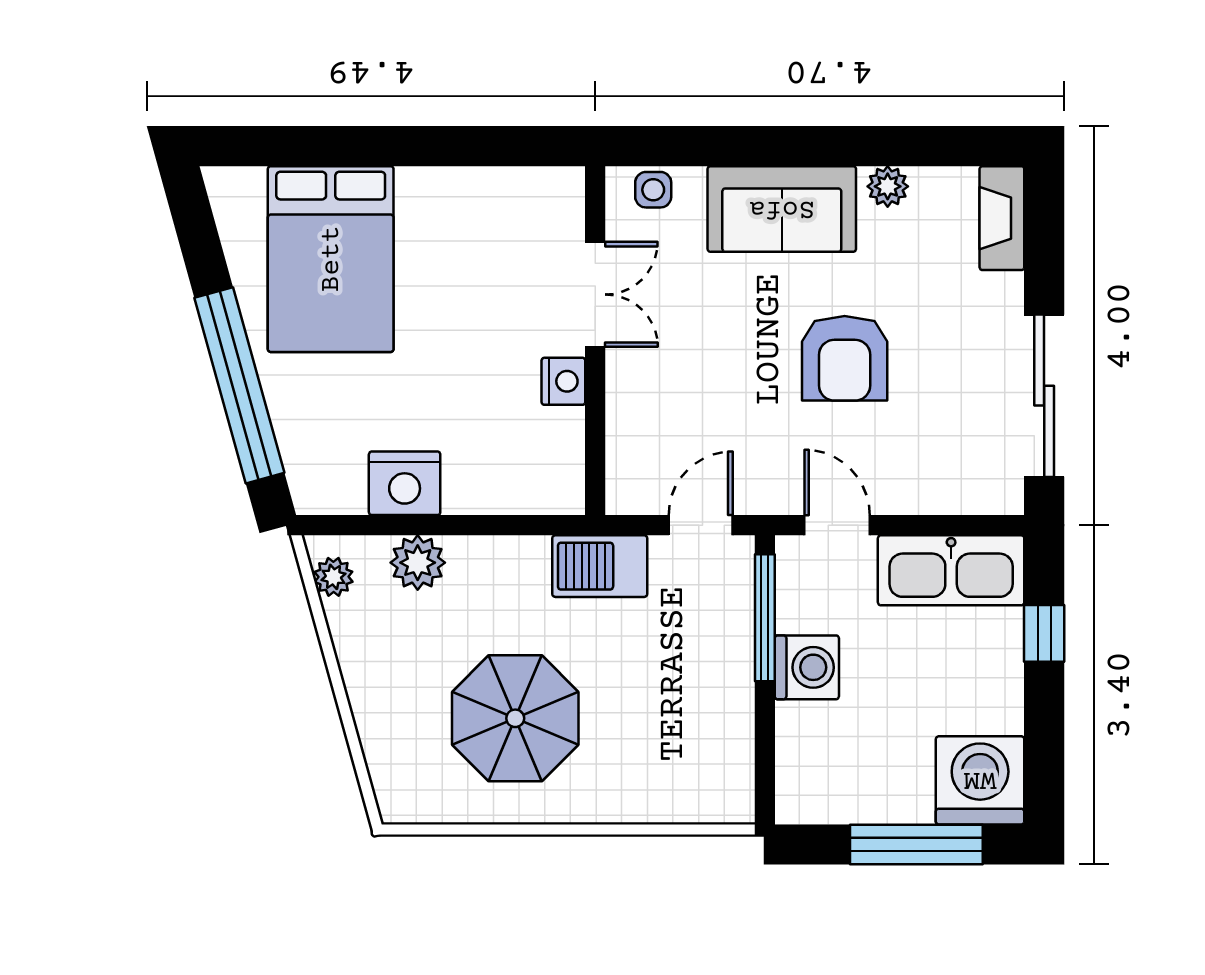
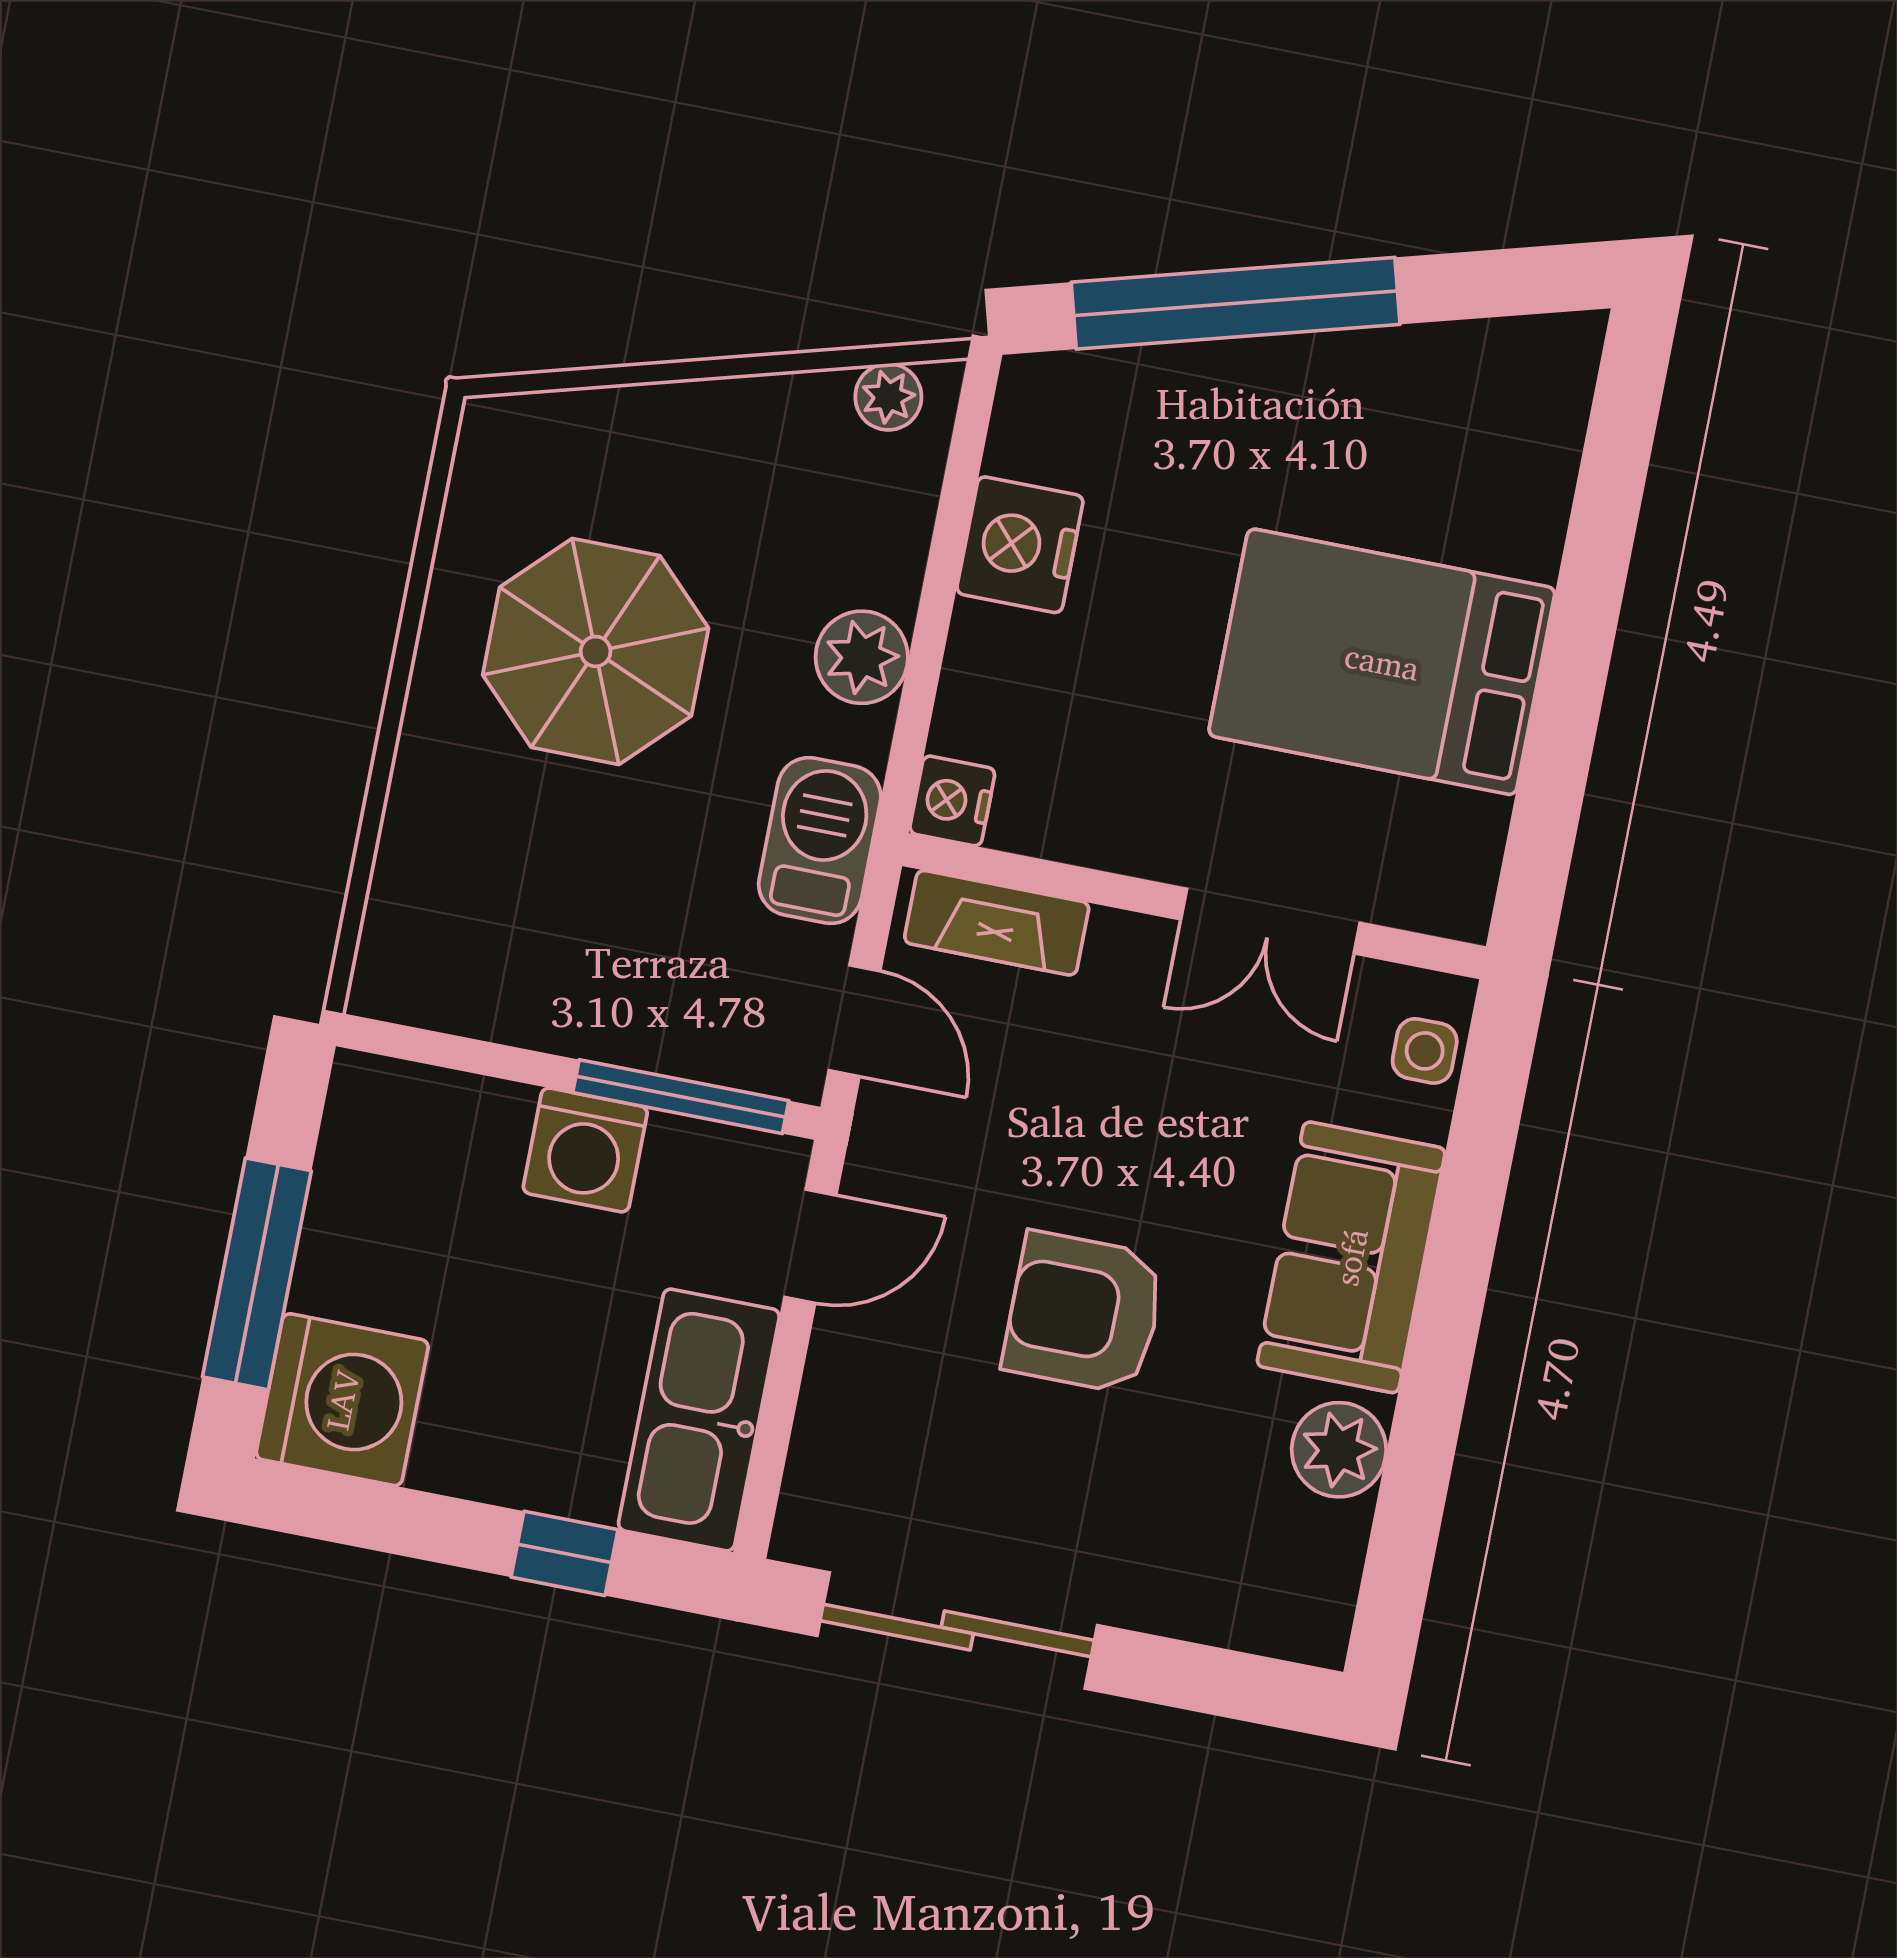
plant: (888, 186) -> (1339, 1450), width x1.38, depth x1.38
fireplace: (1002, 218) -> (997, 923), moved, turned 180
bed: (331, 259) -> (1382, 662), moved
nightstand: (563, 381) -> (952, 801), moved, turned 90
plant: (418, 563) -> (862, 657), moved

